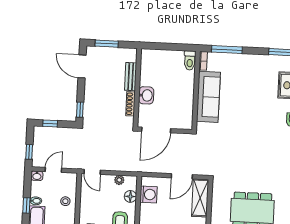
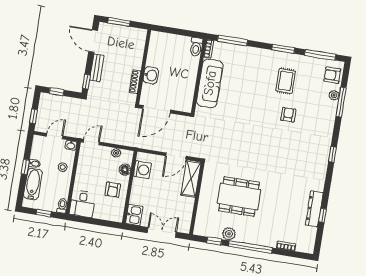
bench: (131, 77) -> (97, 68), moved
door: (92, 172) -> (91, 142), swing flipped
washbasin: (37, 176) -> (71, 145), moved

